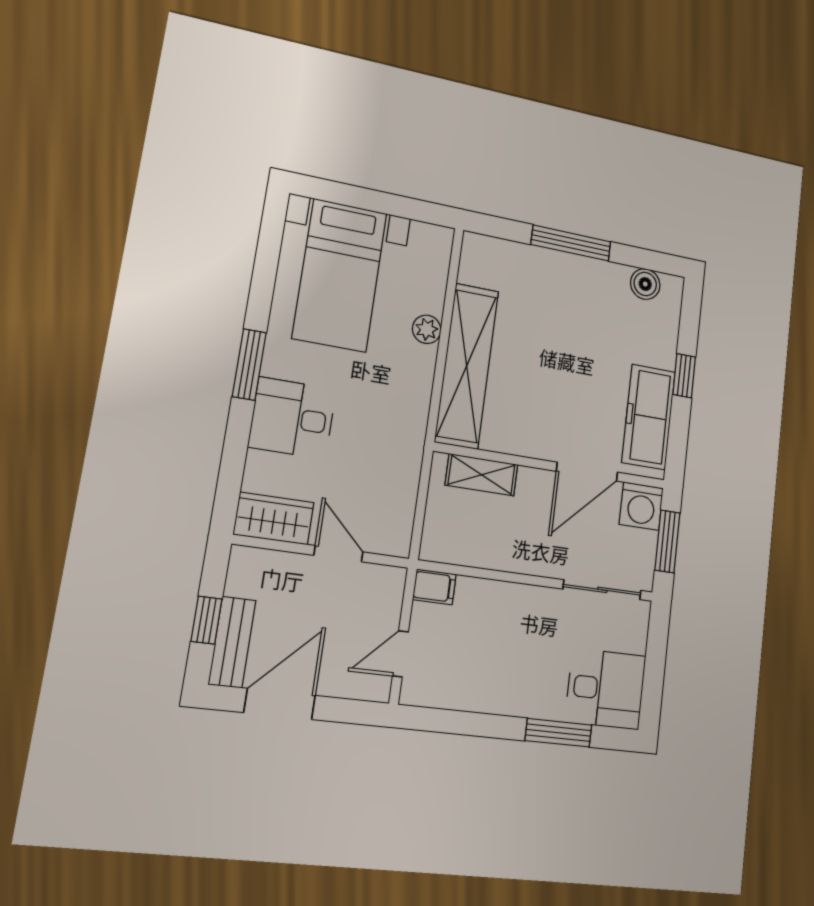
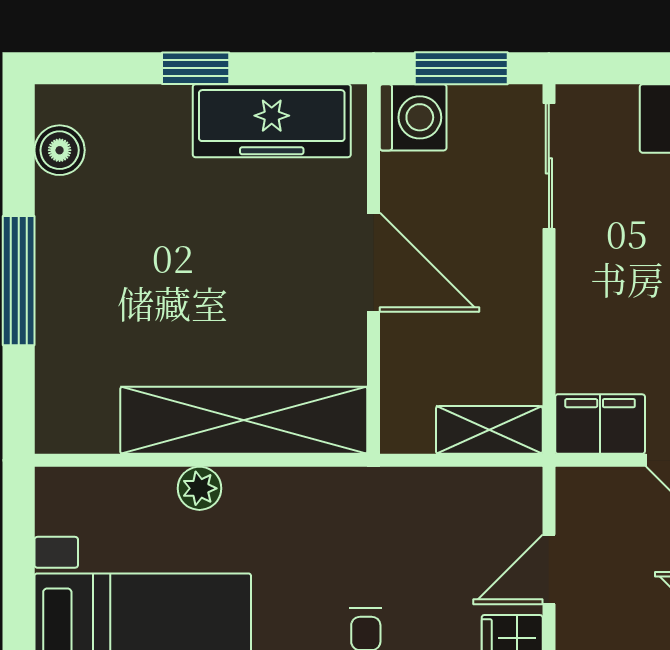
door: (587, 472) -> (374, 262), moved
shelving: (482, 475) -> (489, 430), moved, turned 90
filing cabinet: (434, 587) -> (600, 424), width x2.00

